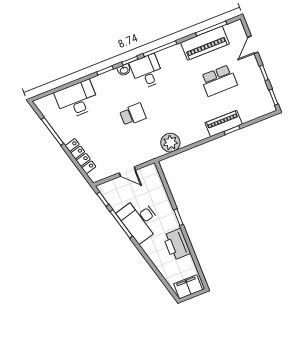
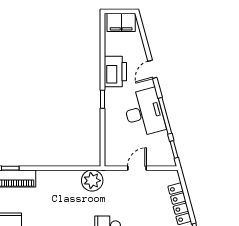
plant: (170, 143) -> (92, 181), moved
door: (127, 172) -> (137, 168), hinge flipped
door: (147, 258) -> (152, 69), added

